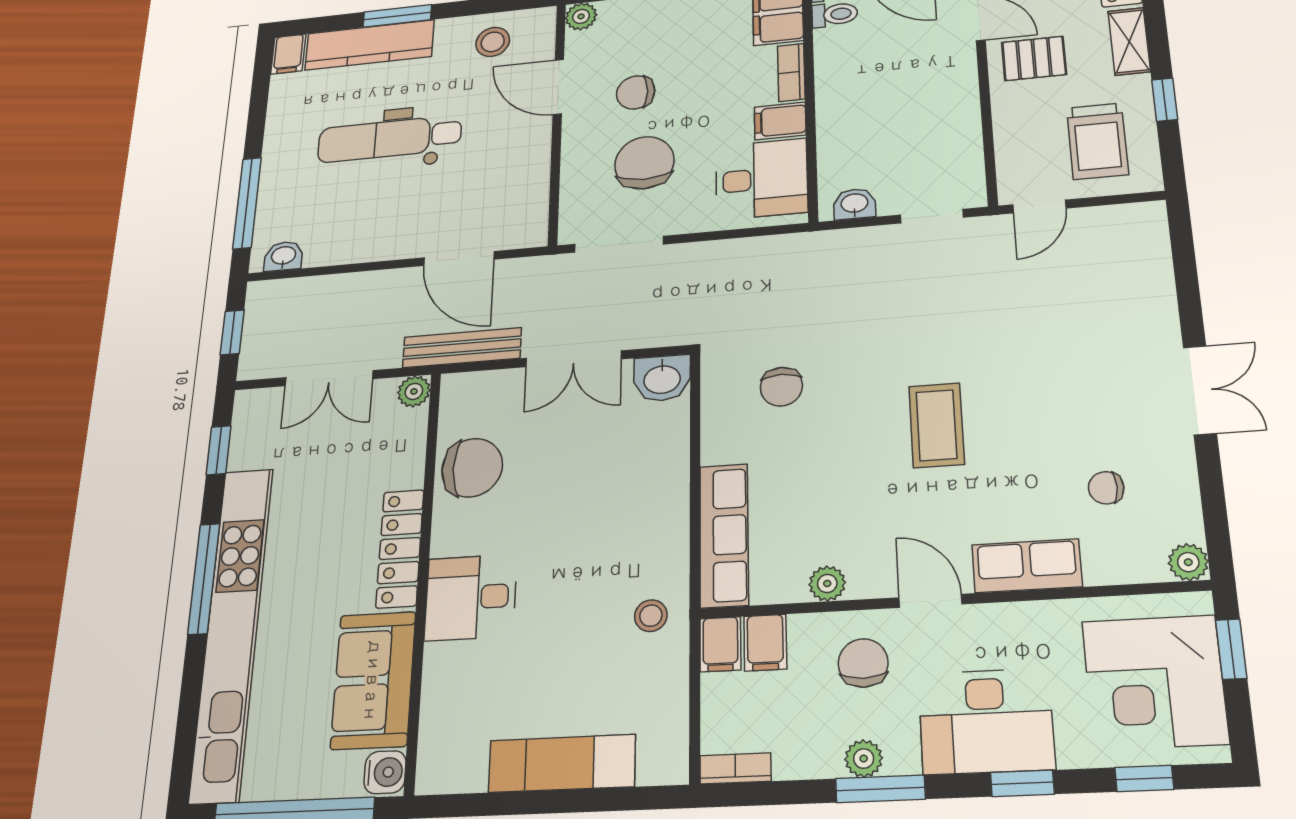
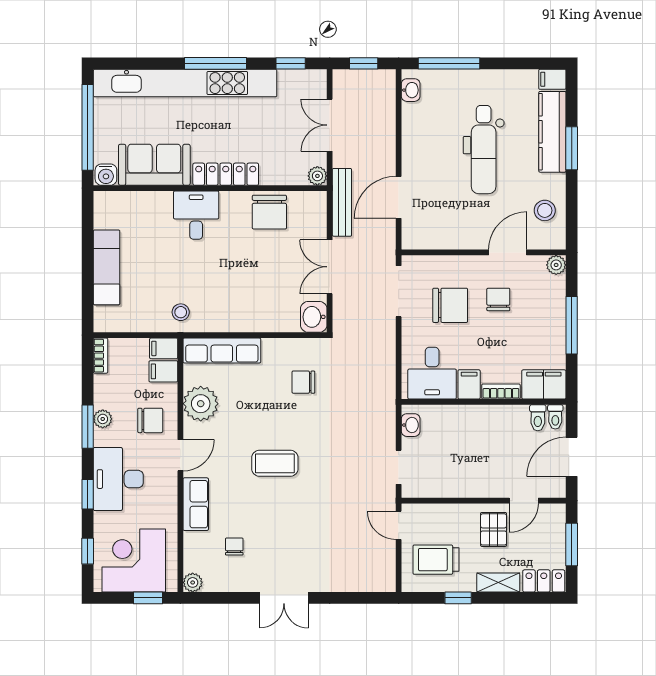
dental chair: (389, 139) -> (484, 150), turned 180
plant: (827, 583) -> (201, 404), width x1.88, depth x1.88

